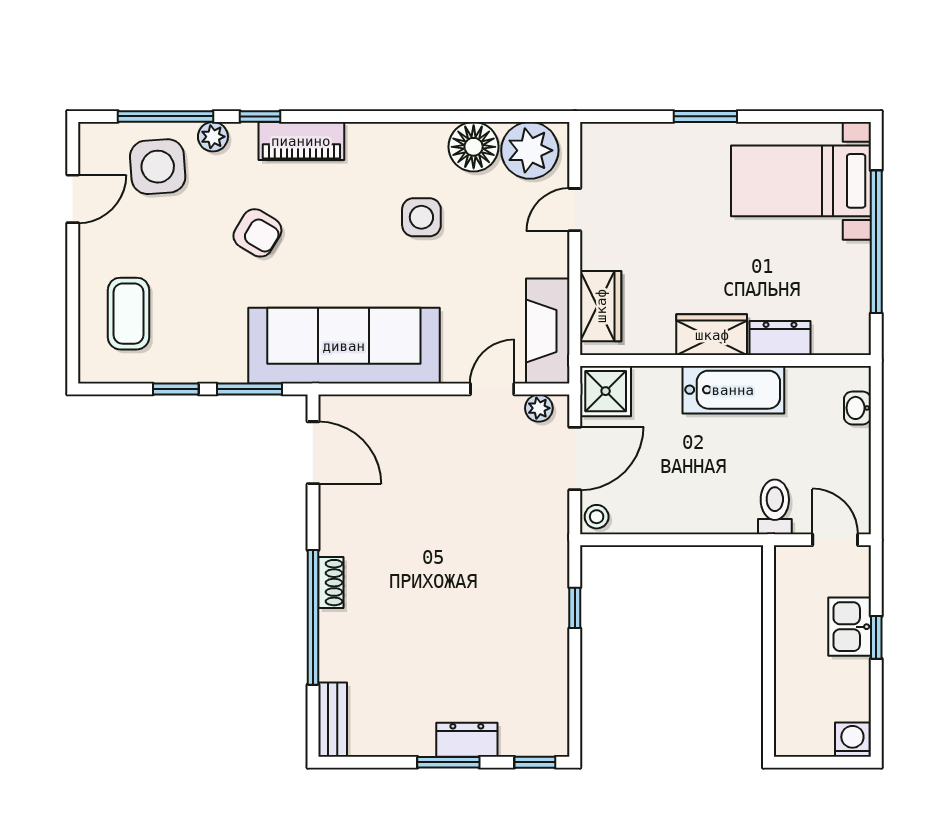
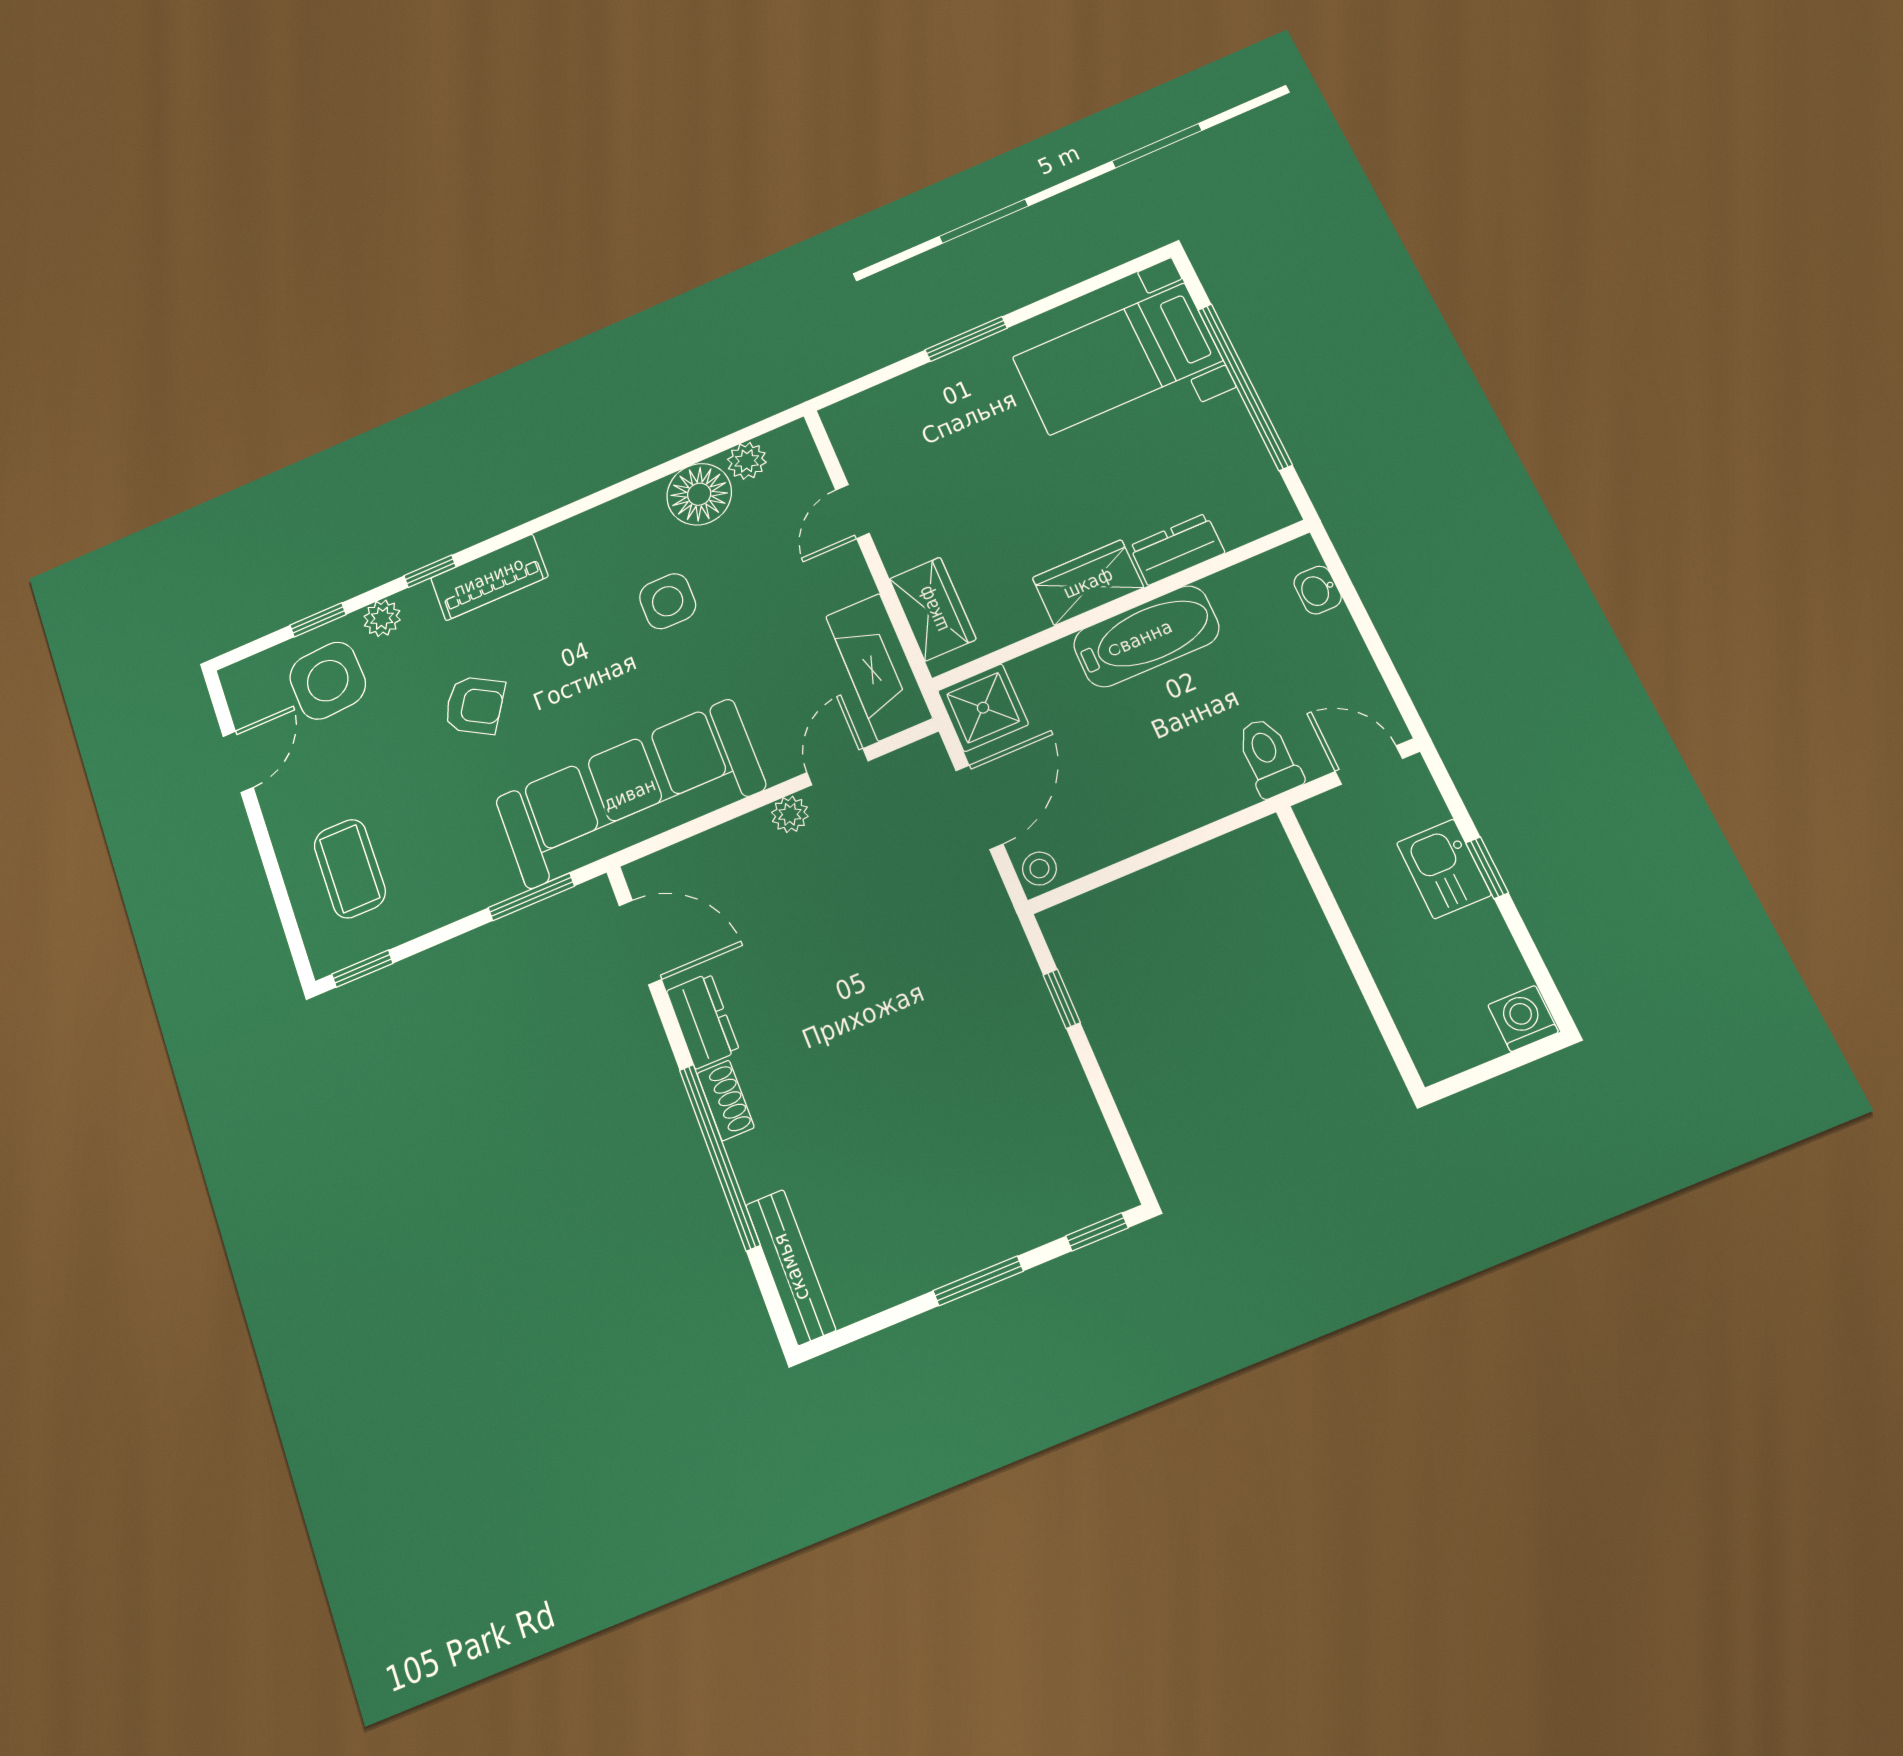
window: (166, 116) -> (318, 620), width x0.46
plant: (530, 150) -> (747, 461), width x0.53, depth x0.53
window: (176, 389) -> (362, 969), moved
plant: (539, 408) -> (790, 814), moved
bench: (333, 720) -> (791, 1267), width x1.36
dresser: (467, 740) -> (703, 1021), moved, turned 90

